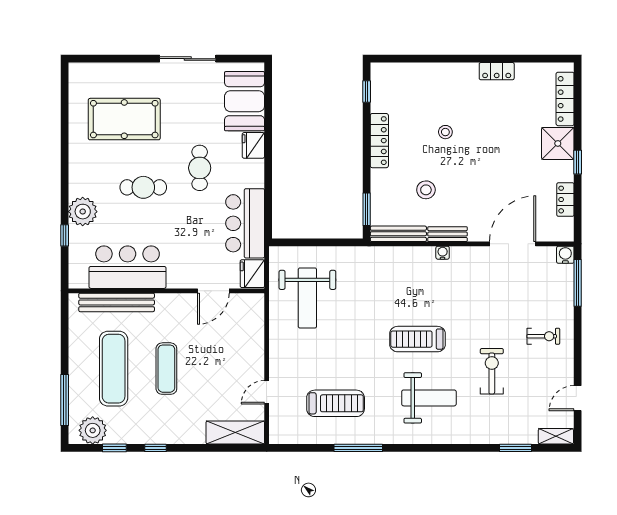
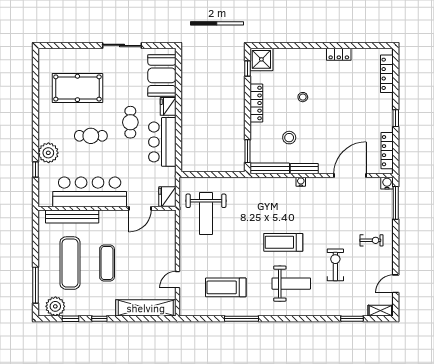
shower: (558, 143) -> (261, 59), moved
locker: (565, 200) -> (387, 151), width x1.53
bar counter: (245, 223) -> (162, 142), moved
bar counter: (128, 267) -> (90, 192), width x1.36
treadmill: (336, 403) -> (226, 287), turned 180
shelving: (235, 433) -> (146, 308), width x1.47

